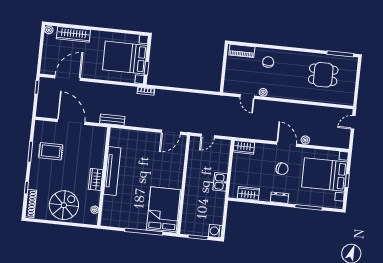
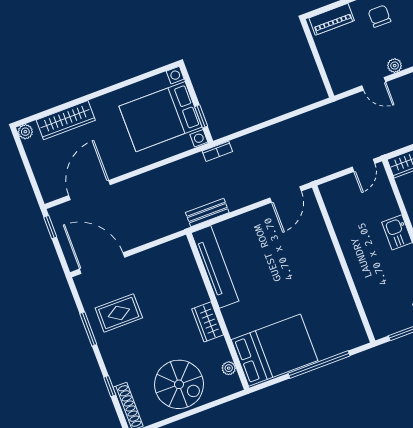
bench: (112, 120) -> (207, 212), moved
door: (71, 122) -> (102, 263), moved
door: (208, 136) -> (363, 165), moved
tv unit: (112, 171) -> (215, 267), moved
spiral stairs: (64, 205) -> (179, 384), turned 90
bed: (163, 210) -> (274, 350), moved, turned 90

